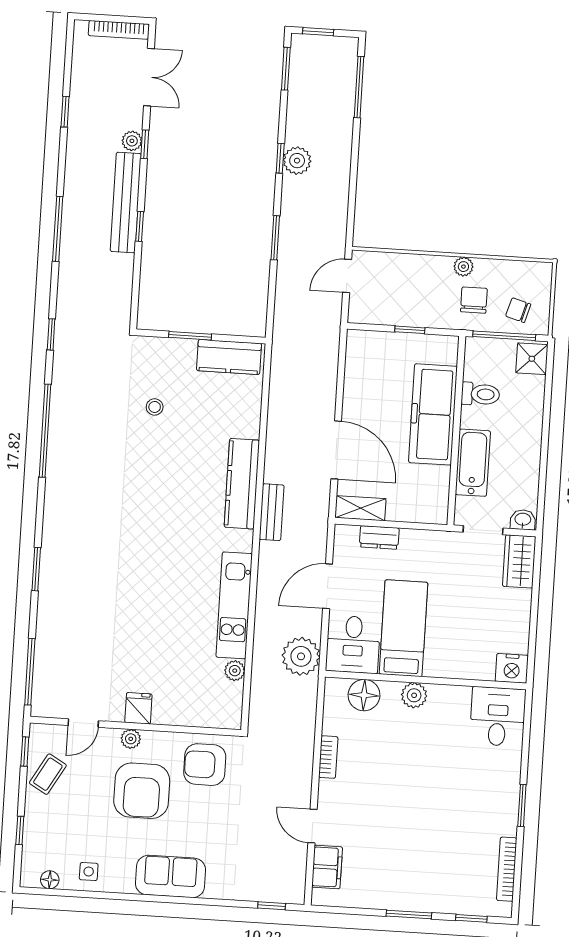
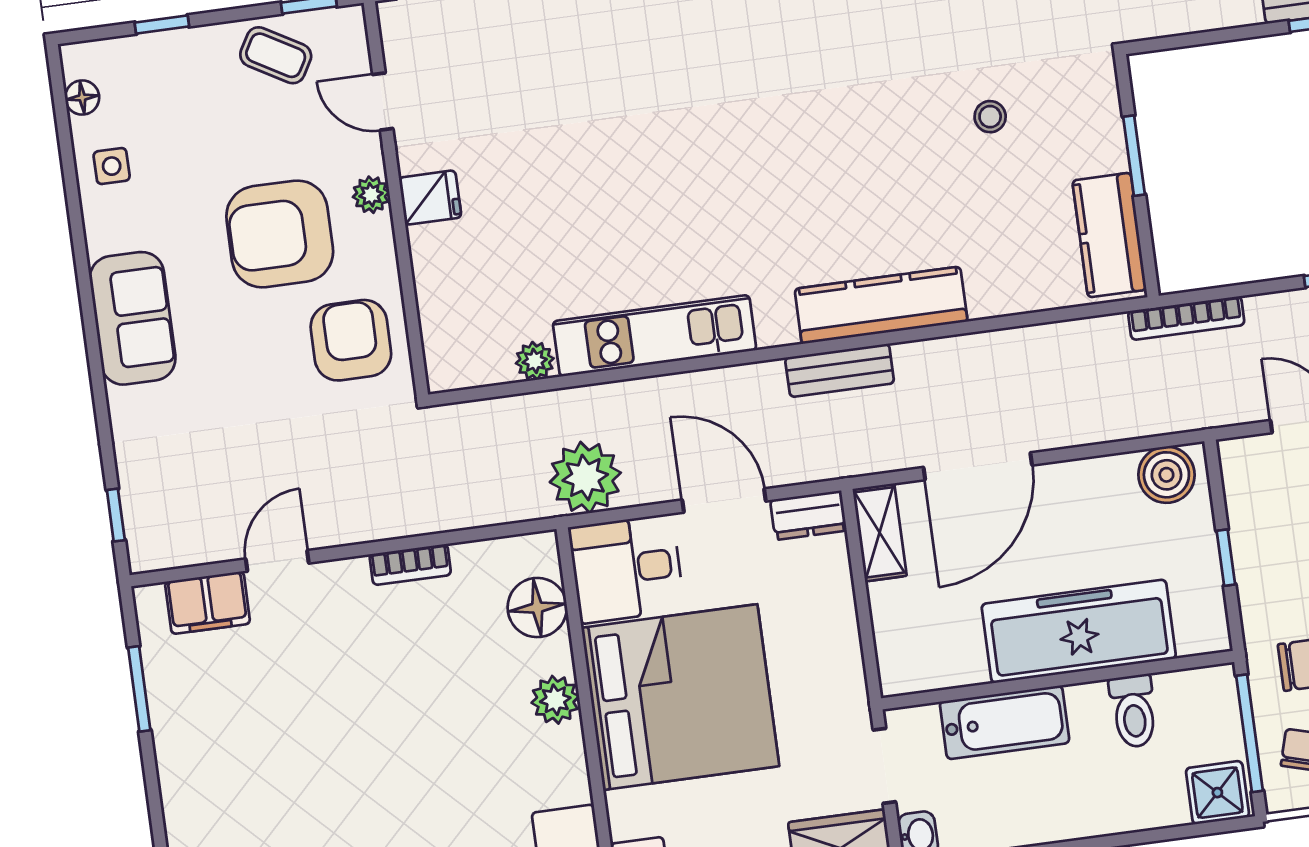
bookcase: (280, 325) -> (1186, 318), added
boiler: (360, 352) -> (1166, 475), added
dresser: (379, 537) -> (808, 515), moved, turned -90
bed: (404, 628) -> (680, 697), width x2.04
window: (409, 914) -> (139, 689), moved

